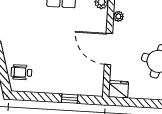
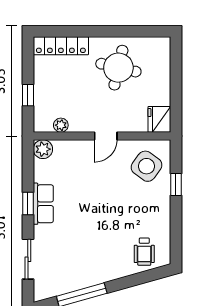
door: (108, 49) -> (106, 136), width x0.53
side table: (84, 78) -> (146, 166), added

